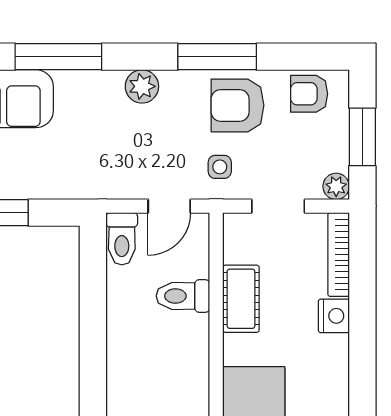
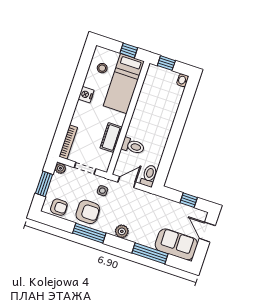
nightstand: (334, 316) -> (86, 95), moved

